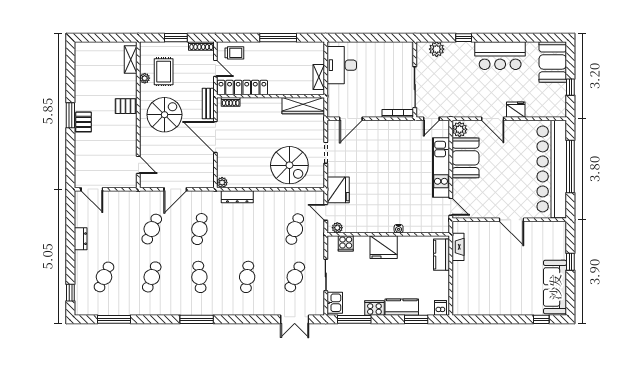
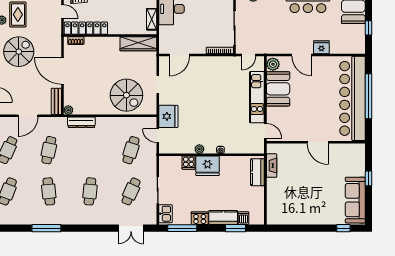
bench: (208, 103) -> (56, 101), moved
plant: (337, 228) -> (199, 149), moved
cooker: (346, 243) -> (189, 163), moved
dishwasher: (441, 308) -> (243, 218), moved

